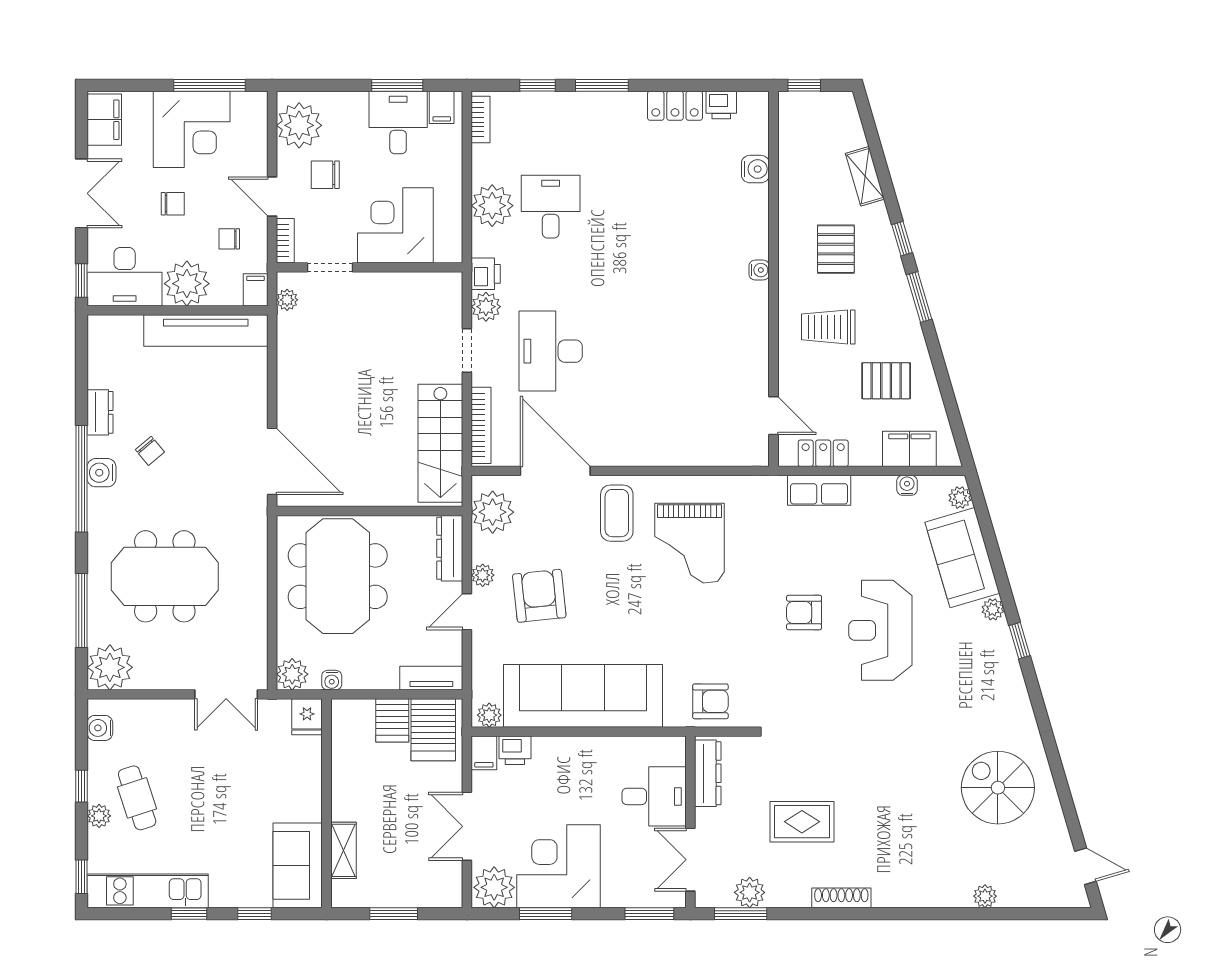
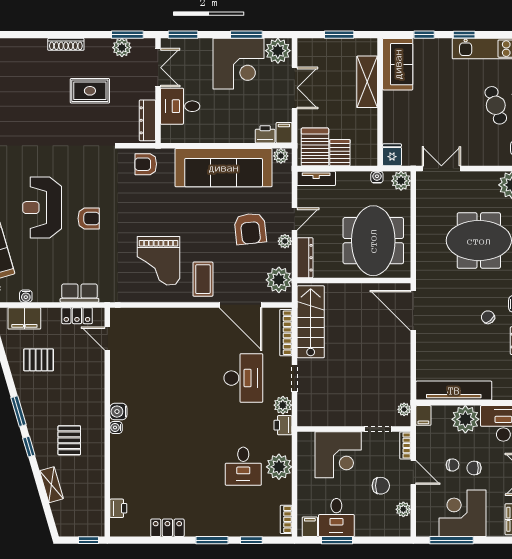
printer: (721, 105) -> (118, 508), moved, turned 90
plant: (299, 125) -> (403, 509), width x0.53, depth x0.53
water cooler: (755, 169) -> (118, 412), moved
chair: (229, 239) -> (453, 465), moved
trolley: (828, 327) -> (74, 393), removed
grand piano: (690, 543) -> (159, 261), turned 180
reception desk: (880, 630) -> (42, 208), turned 180
shelving: (344, 850) -> (367, 82), width x1.50, depth x1.33

